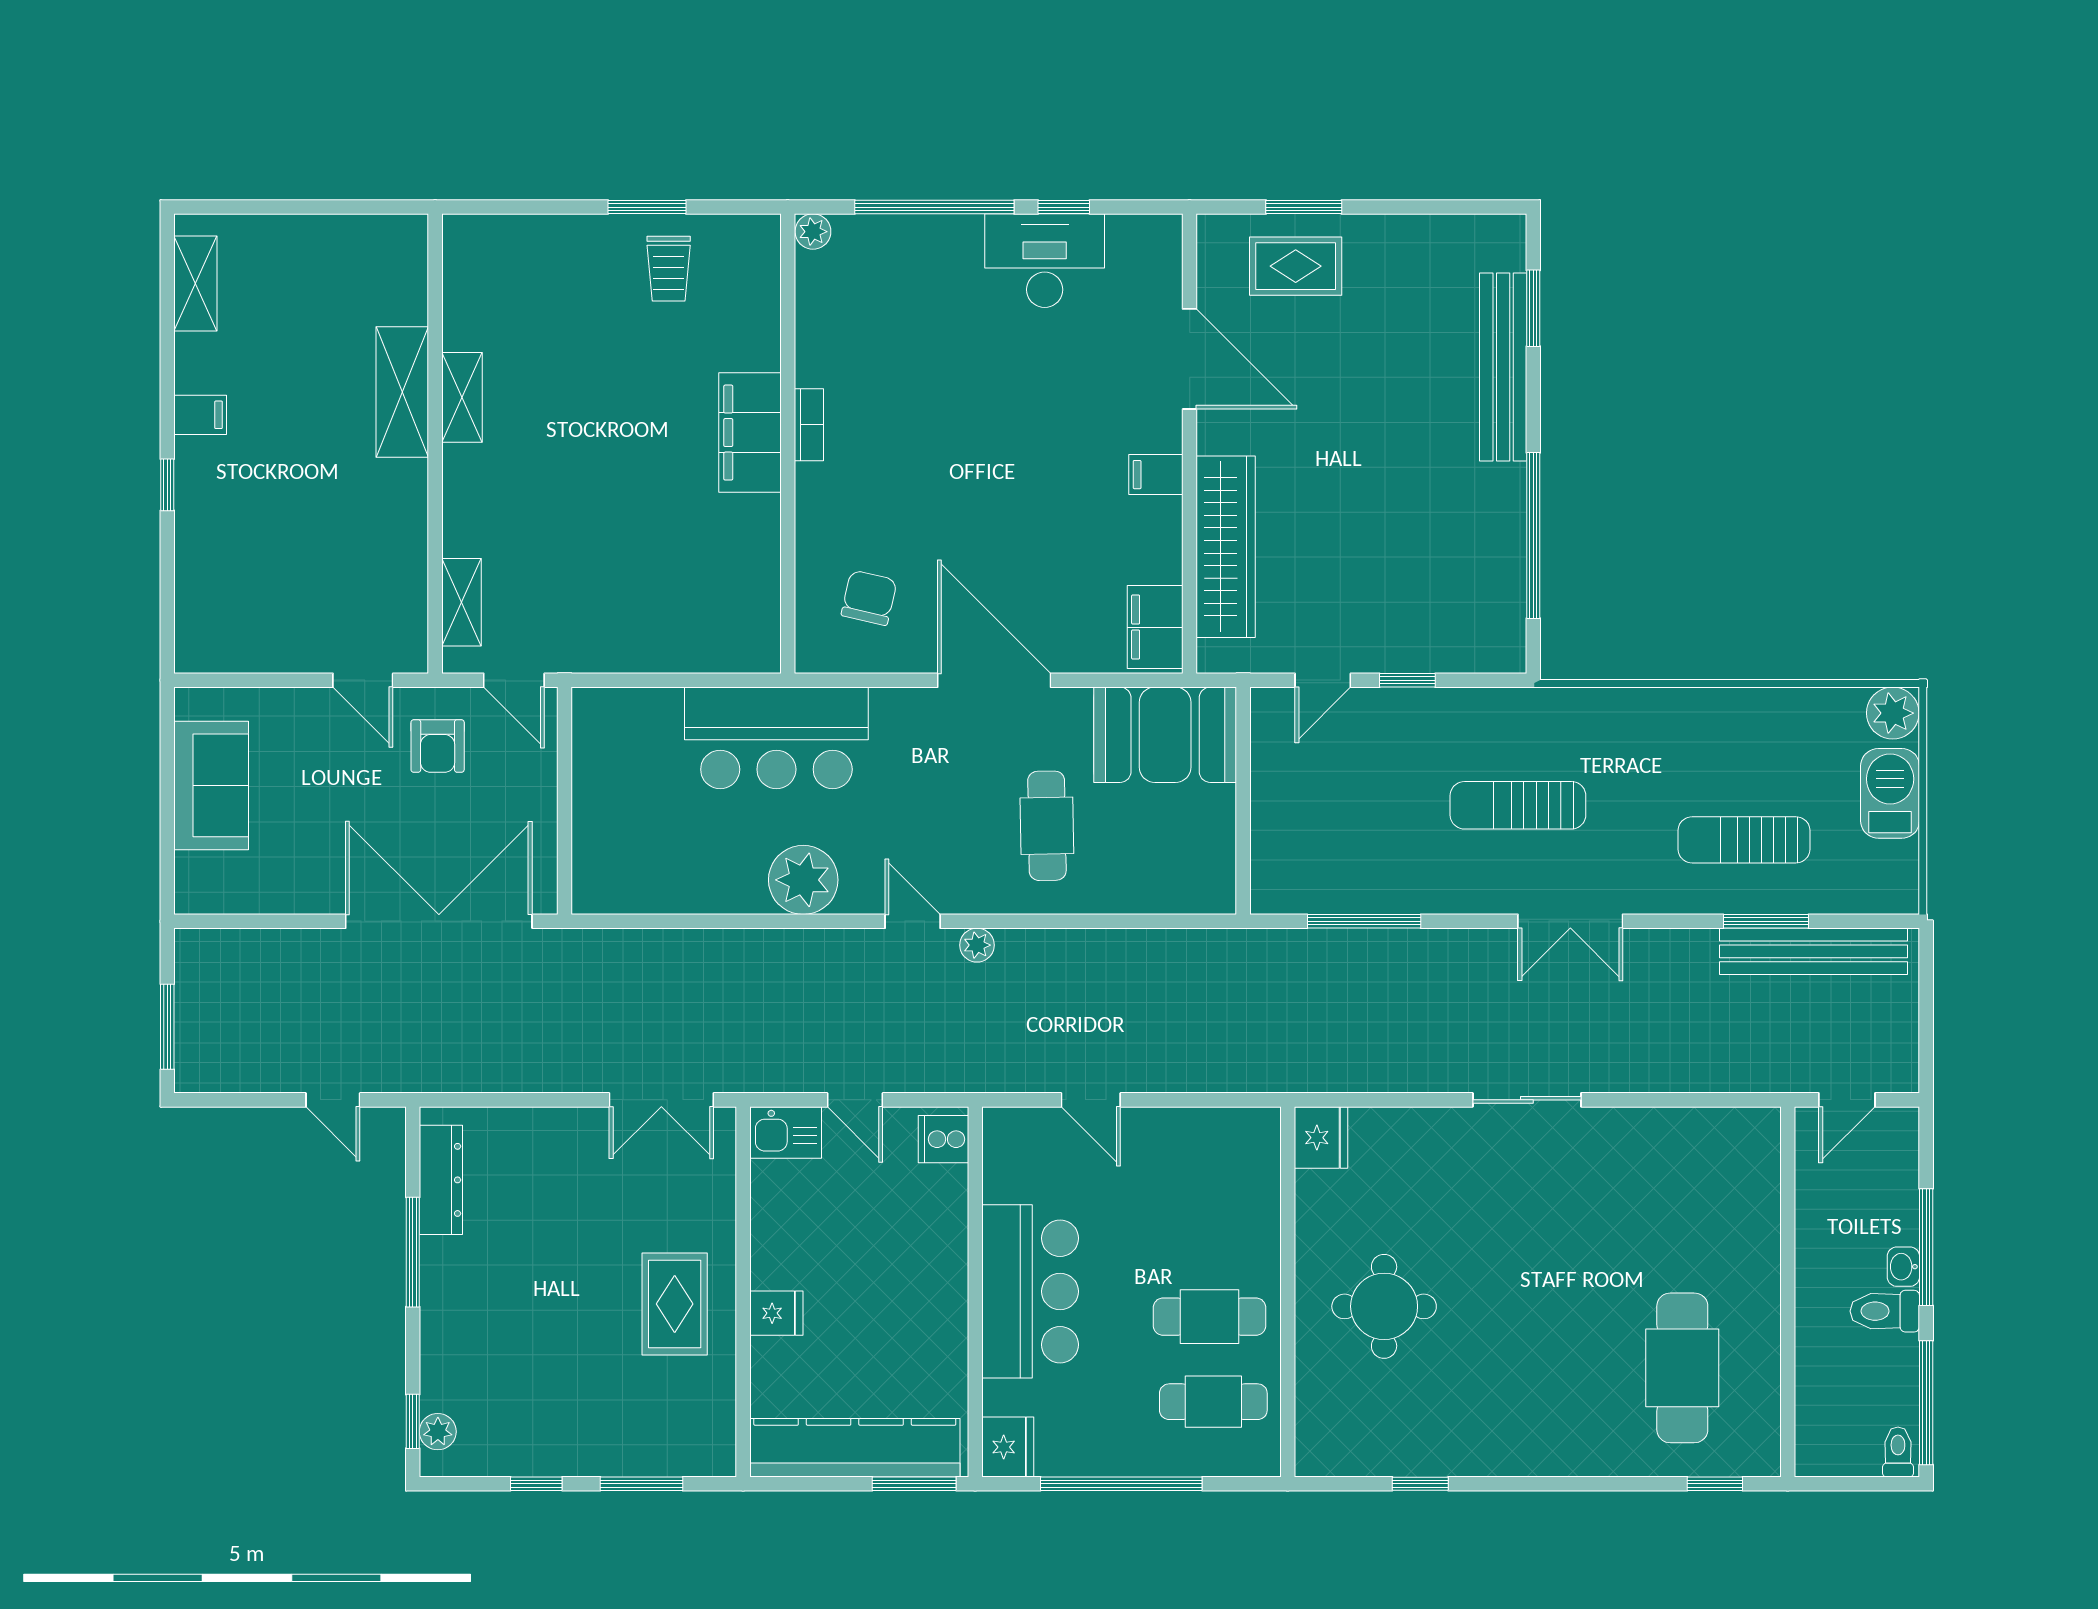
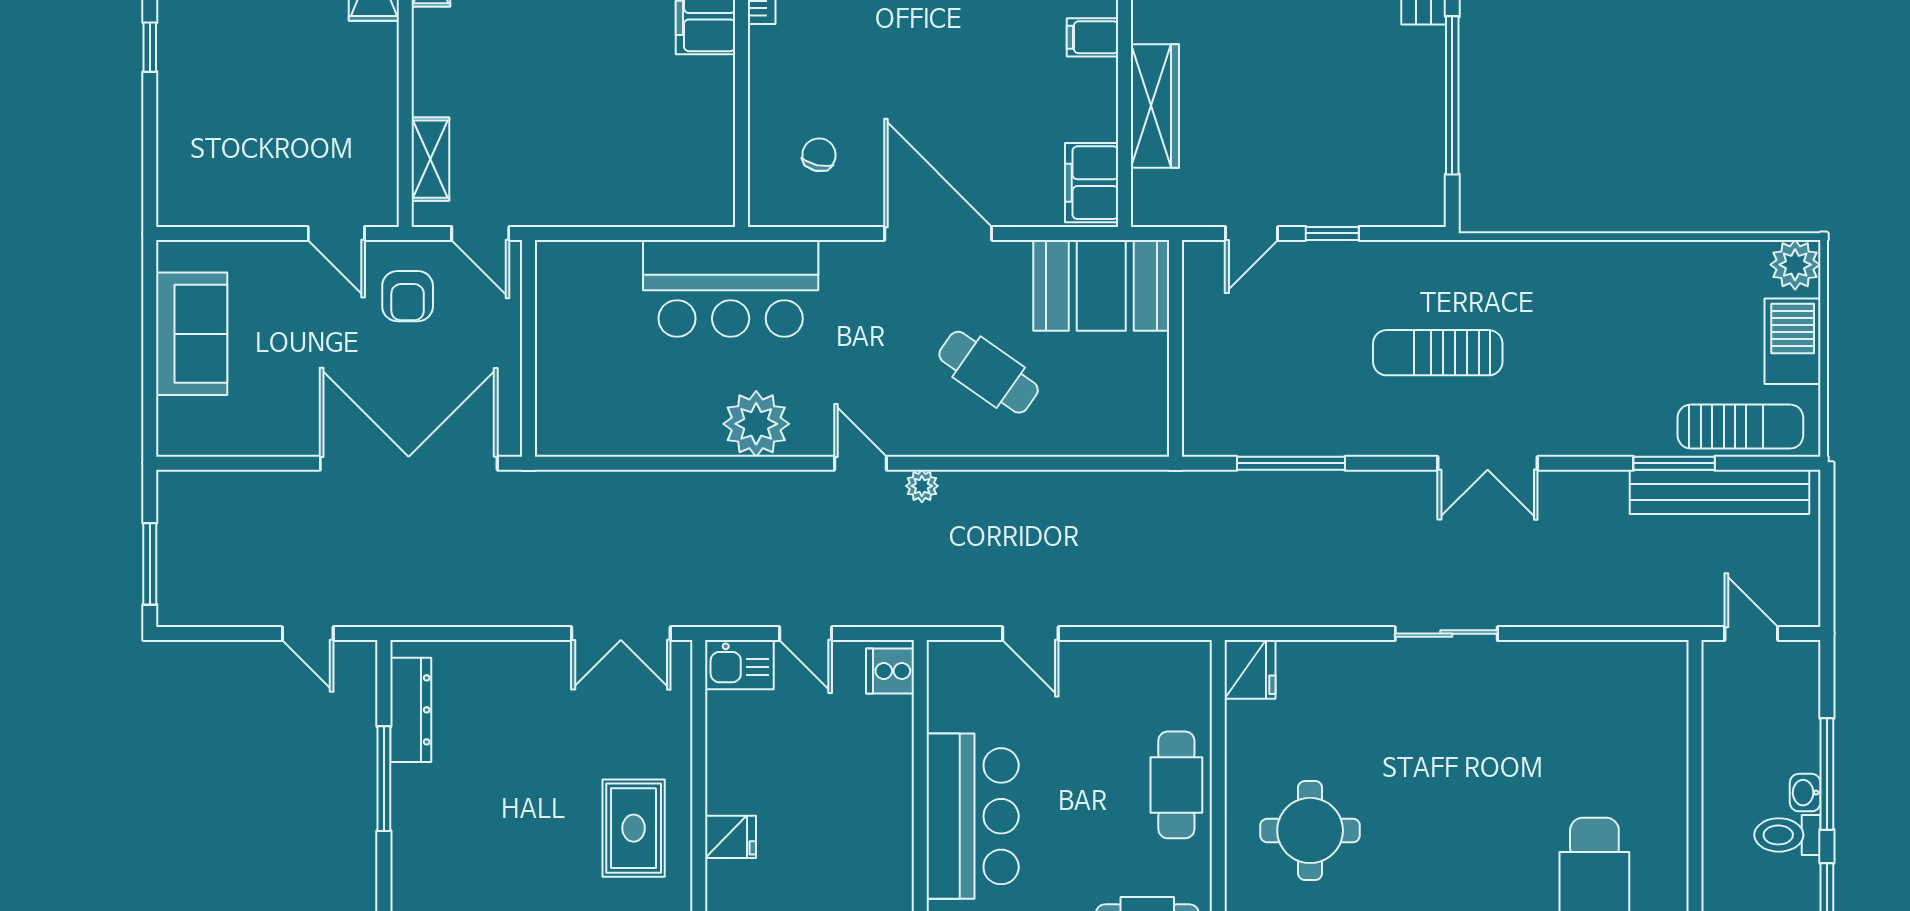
wardrobe: (1226, 547) -> (1155, 106), width x0.71, depth x0.85
chair: (869, 598) -> (819, 155), width x0.73, depth x0.73
cafe table: (1047, 826) -> (989, 372), turned -54
sun lounger: (1744, 840) -> (1740, 427), moved, turned 180
door: (1847, 1100) -> (1751, 634), swing flipped
cafe table: (1210, 1317) -> (1176, 785), moved, turned 90

